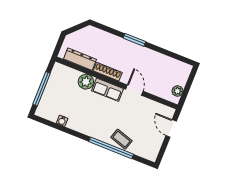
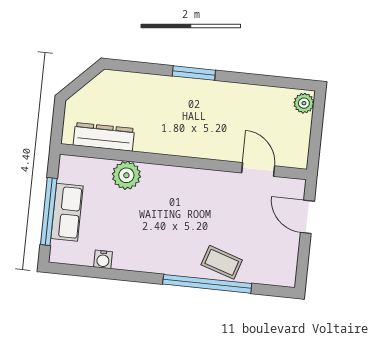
shoe rack: (108, 72) -> (161, 145), removed
row of seats: (108, 90) -> (67, 212), moved, turned -90
door: (134, 90) -> (258, 169), moved
plant: (177, 91) -> (304, 103), moved

